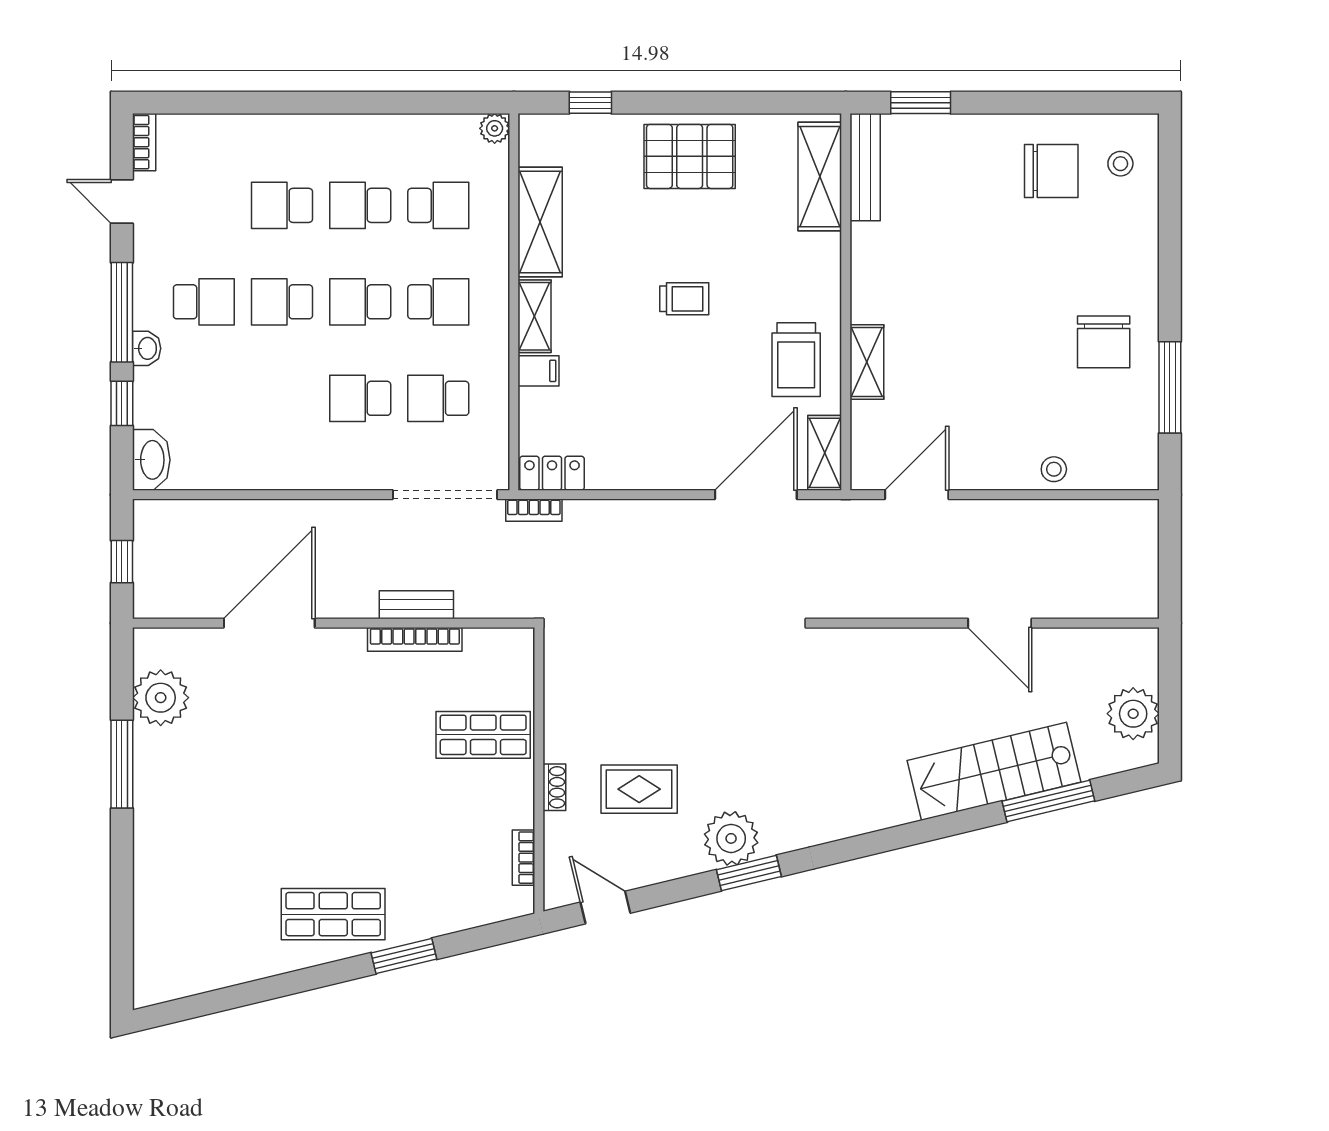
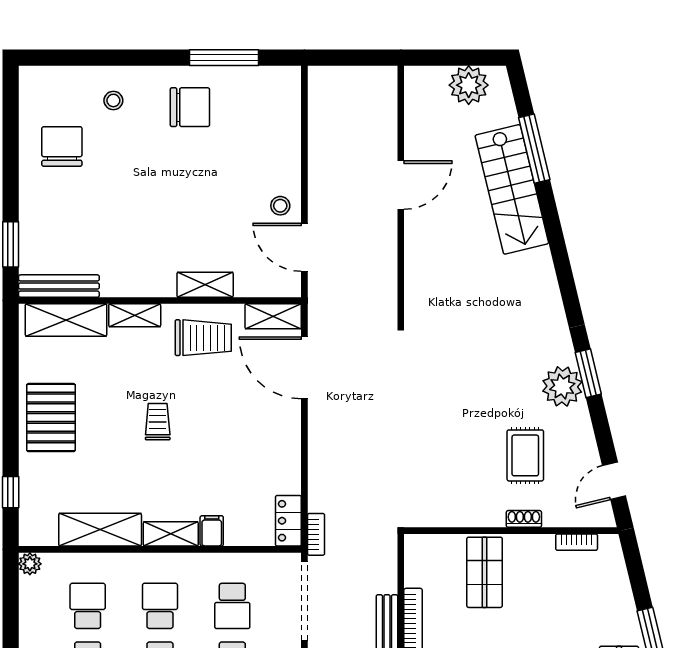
stool: (1120, 164) -> (113, 100), moved
shelving: (826, 268) -> (135, 315), added
stool: (1054, 469) -> (280, 206), moved

